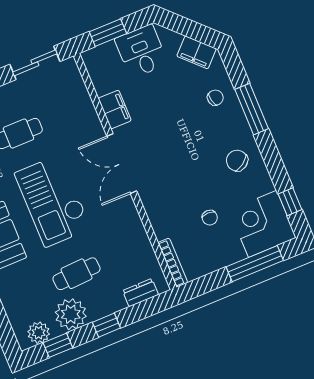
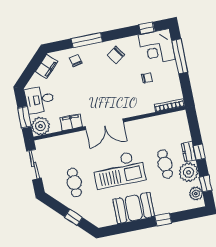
plant: (99, 61) -> (41, 126), added
dresser: (141, 293) -> (189, 152), moved

